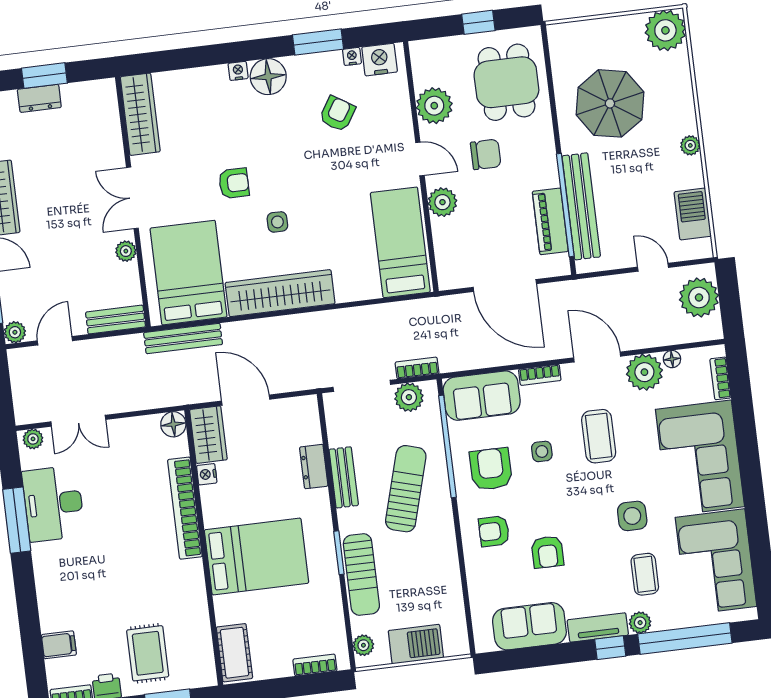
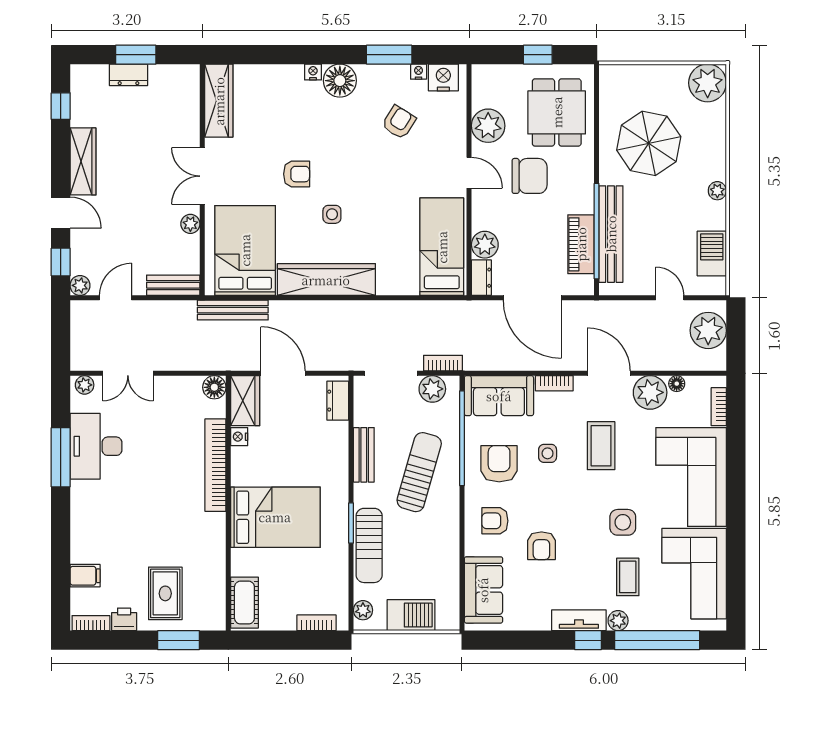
chair: (486, 154) -> (530, 176), width x1.37, depth x1.37
plant: (442, 202) -> (485, 245), moved
dresser: (447, 271) -> (481, 278), added
dresser: (314, 467) -> (338, 401), moved
sofa: (529, 626) -> (483, 590), moved, turned 90

